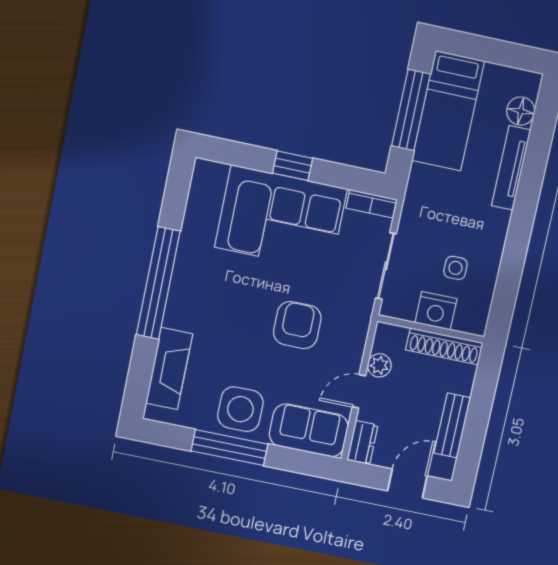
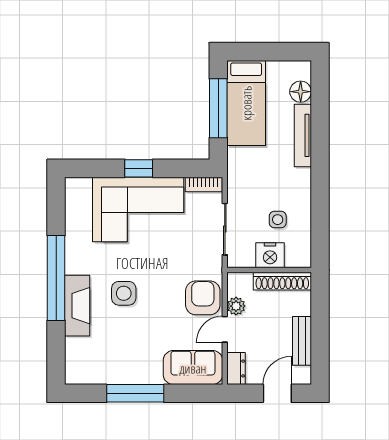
armchair: (297, 325) -> (203, 298), moved
fireplace: (169, 369) -> (77, 306), moved
side table: (240, 409) -> (124, 293), moved, width x0.73, depth x0.73

